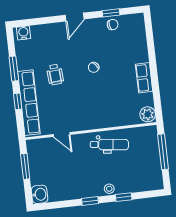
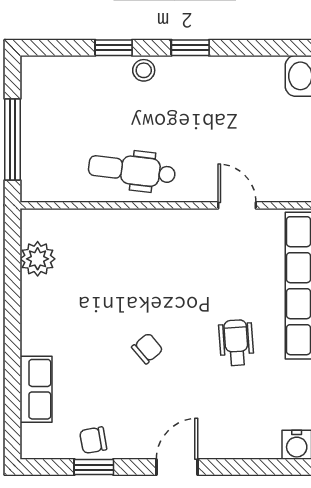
row of seats: (144, 78) -> (36, 389), moved
plant: (148, 114) -> (38, 259), moved

